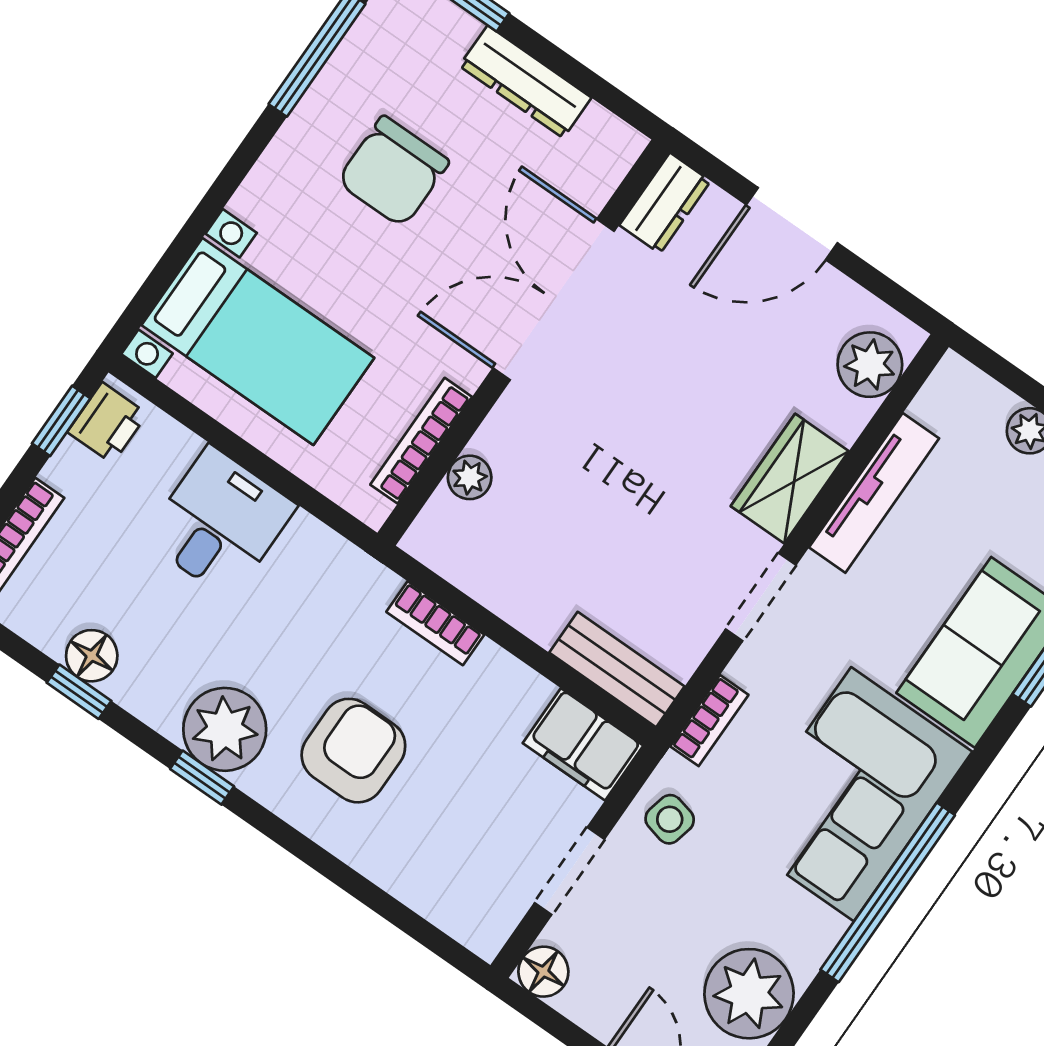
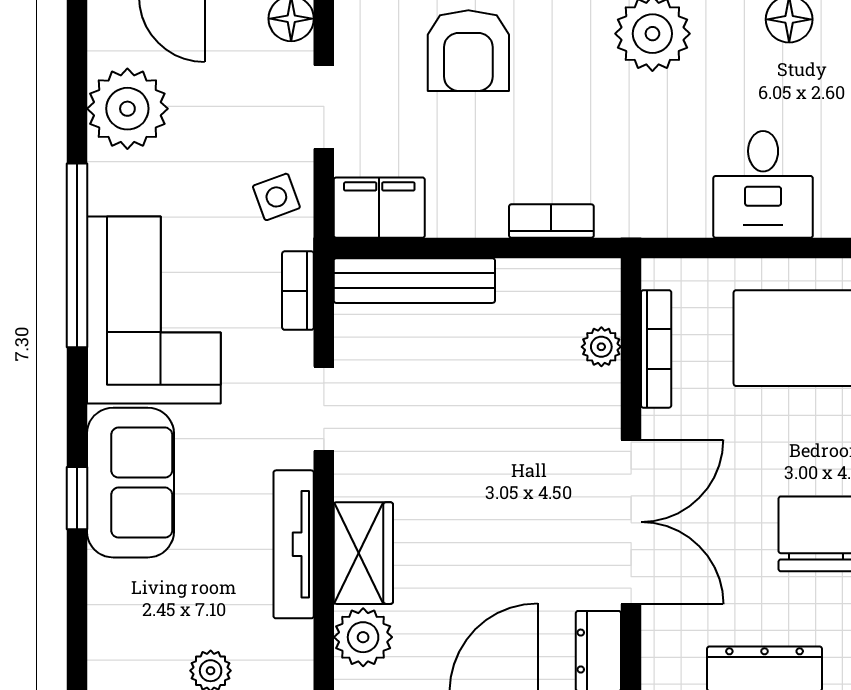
wardrobe: (790, 479) -> (363, 553), moved
bench: (617, 670) -> (414, 281), width x1.36
armchair: (353, 751) -> (468, 51), moved
side table: (670, 819) -> (276, 197), turned -33

